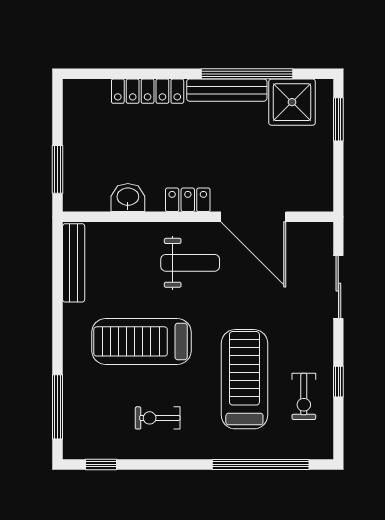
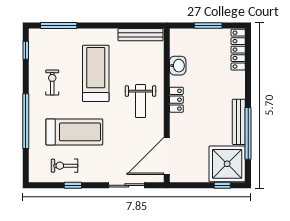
locker: (148, 91) -> (238, 50), moved
shower: (292, 102) -> (227, 164), width x1.37, depth x1.37
window: (338, 119) -> (222, 185), width x0.67
window: (58, 169) -> (208, 26), moved
door: (253, 217) -> (167, 156), moved
window: (261, 464) -> (26, 121), moved

